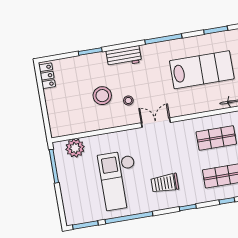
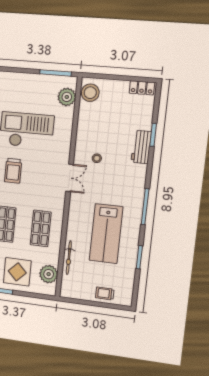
workbench: (124, 57) -> (141, 147), moved
stool: (102, 96) -> (90, 93), moved
trolley: (165, 183) -> (13, 171), turned 180

